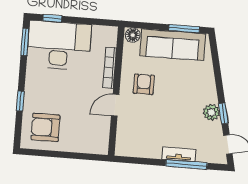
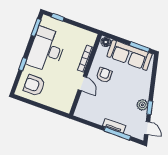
desk: (59, 45) -> (46, 50), moved, turned -90
door: (115, 105) -> (82, 83), swing flipped

